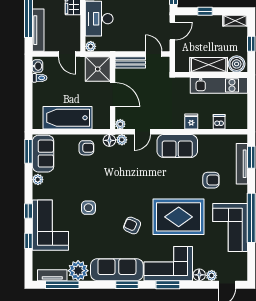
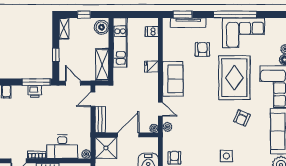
shelving: (209, 65) -> (102, 65), moved
dishwasher: (219, 122) -> (152, 31), moved
floor lamp: (109, 140) -> (168, 138), removed

